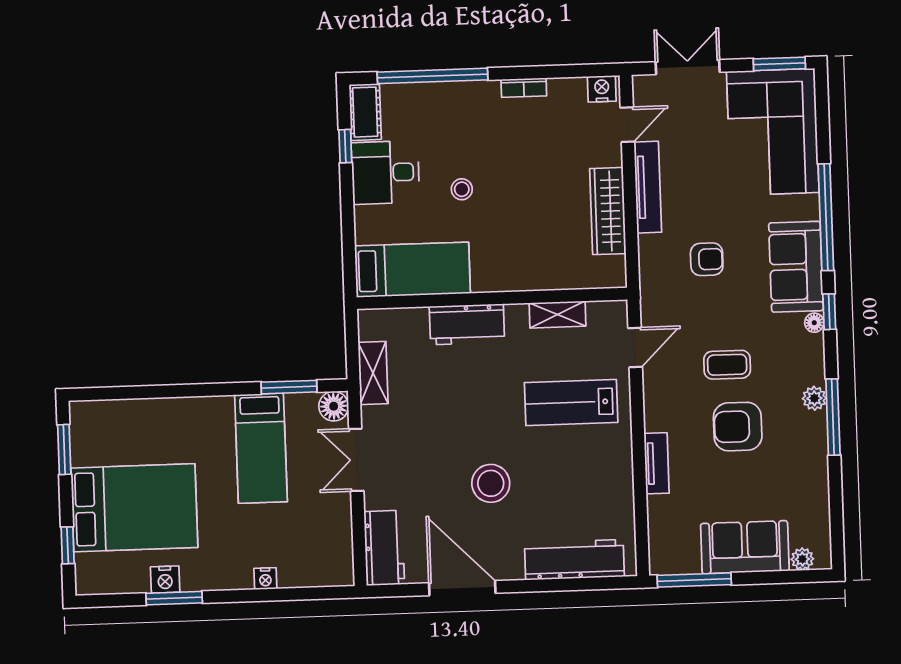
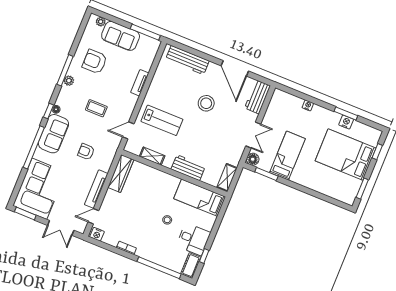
wardrobe: (608, 211) -> (121, 174), moved
shelving: (373, 373) -> (227, 177), moved
armchair: (738, 427) -> (95, 62), moved, turned 180

